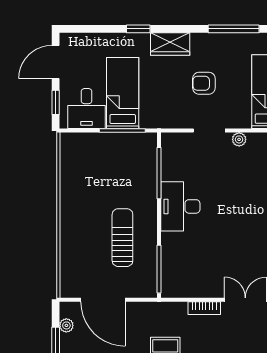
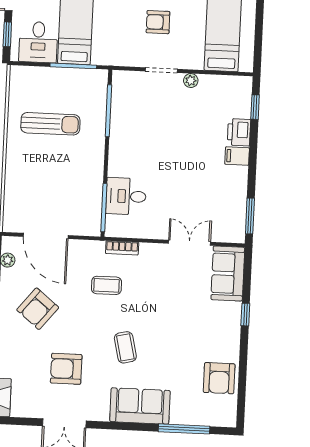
desk: (180, 206) -> (126, 196), moved, width x0.73
sun lounger: (122, 238) -> (50, 124), moved, turned 90
bookcase: (204, 308) -> (122, 248), moved

